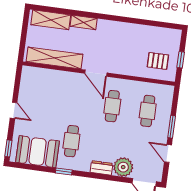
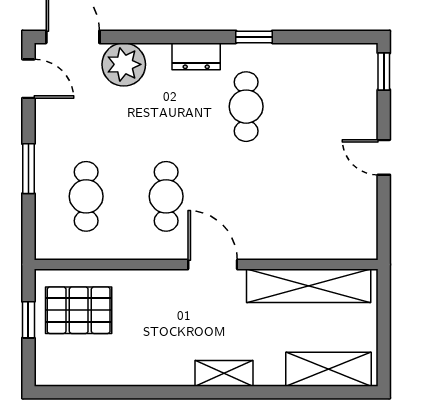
shelving: (84, 22) -> (224, 373), moved
pallet: (158, 61) -> (79, 310), width x1.50, depth x1.42
booth: (38, 152) -> (318, 73), removed
door: (168, 153) -> (28, 79), moved
dresser: (101, 168) -> (196, 56), moved

